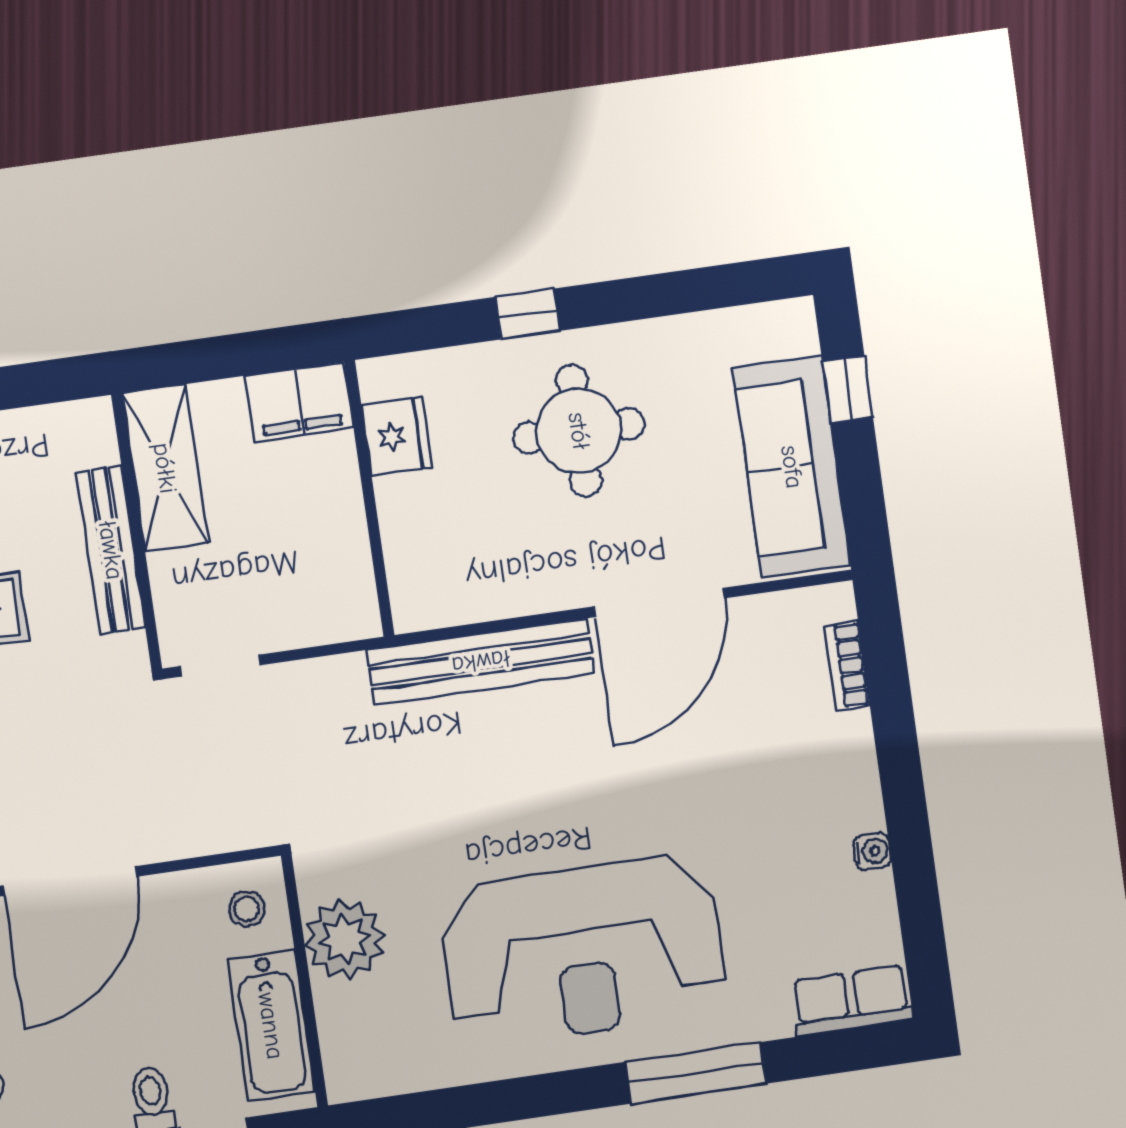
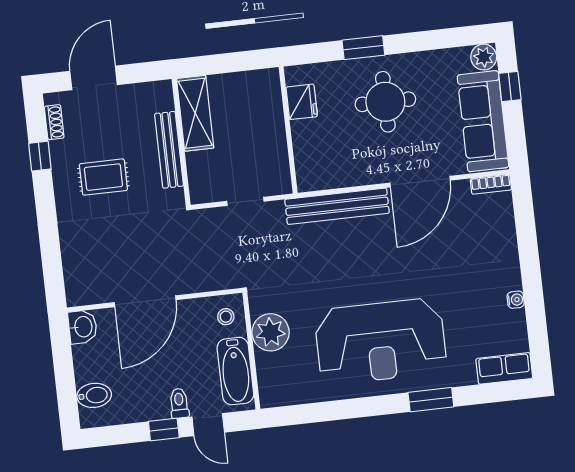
window: (527, 314) -> (363, 48), width x1.50
plant: (789, 327) -> (484, 57), added
filing cabinet: (299, 402) -> (258, 85), removed
doorway: (220, 666) -> (245, 201), moved
bookcase: (847, 666) -> (491, 184), moved, turned -90
window: (696, 1073) -> (431, 400), width x0.69

